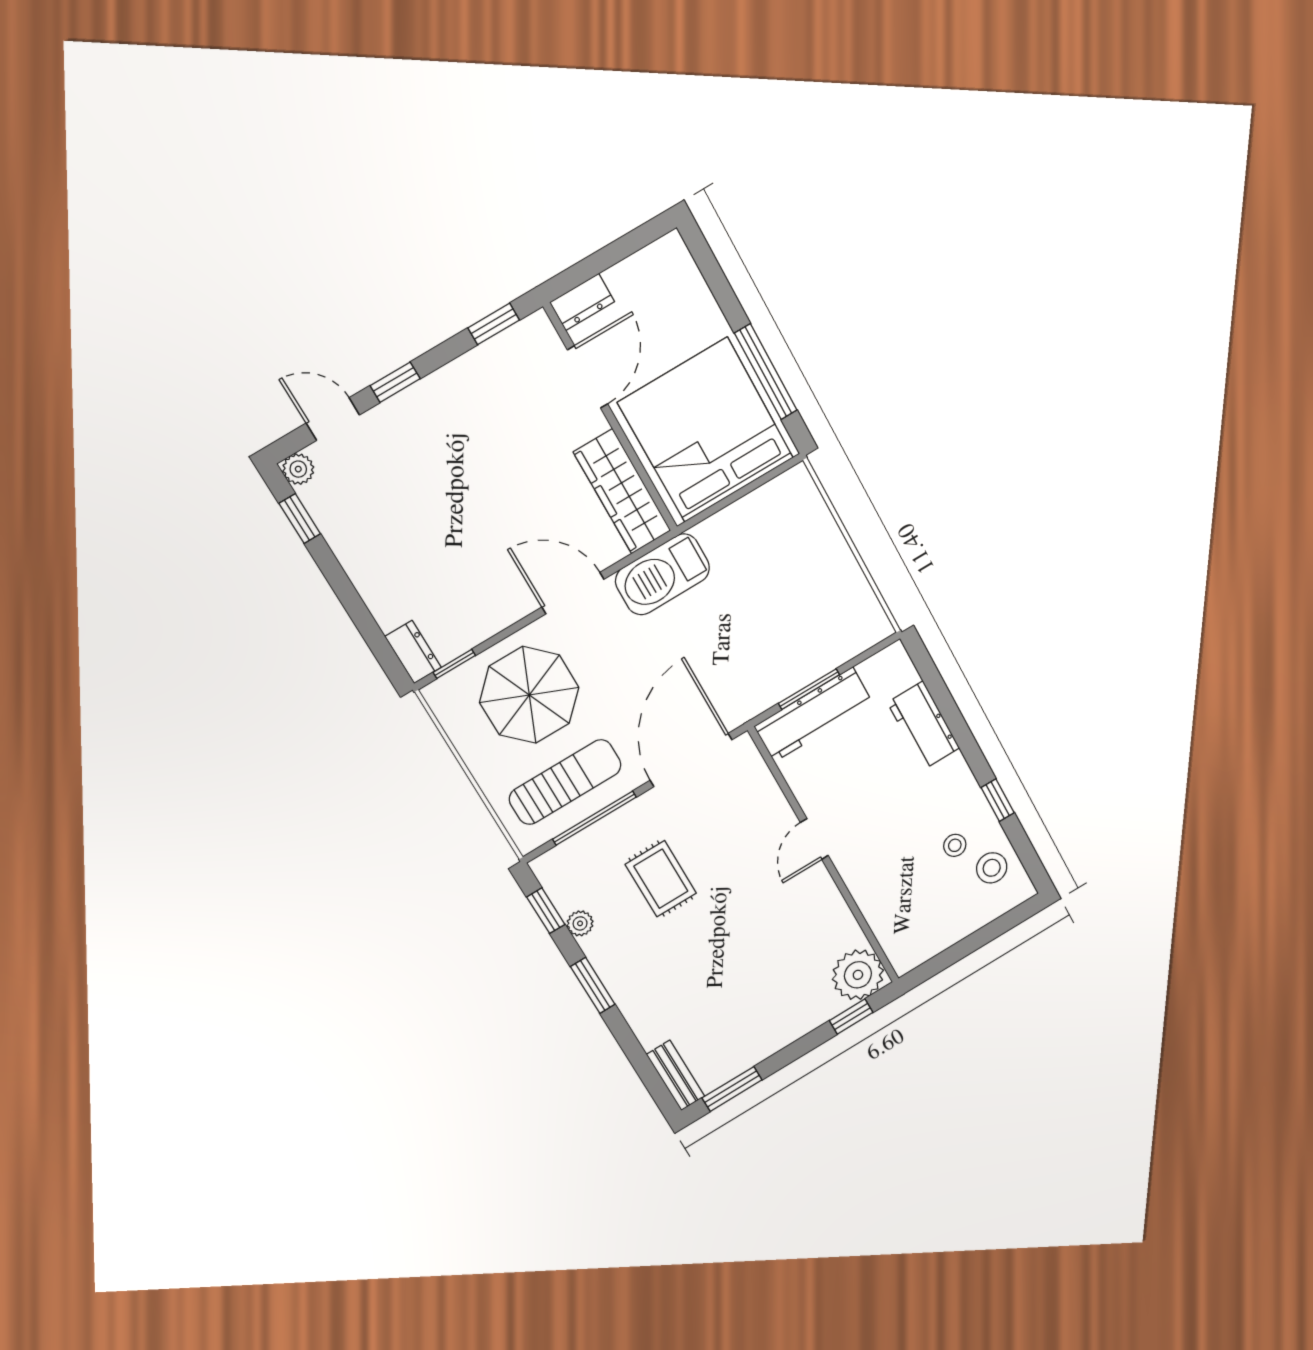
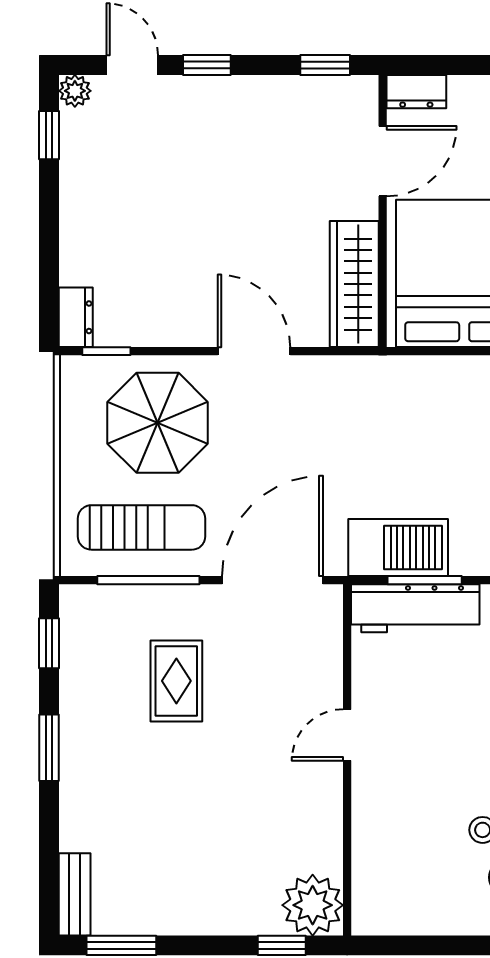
barbecue: (662, 574) -> (398, 547), moved, turned 180
plant: (580, 923) -> (74, 677), removed

